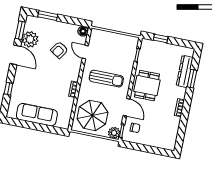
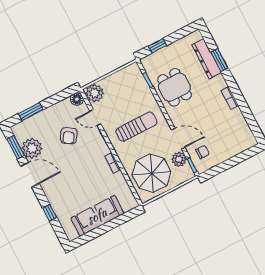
plant: (97, 36) -> (95, 93), added
dining table: (147, 86) -> (175, 87), moved
plant: (114, 133) -> (179, 159), moved

